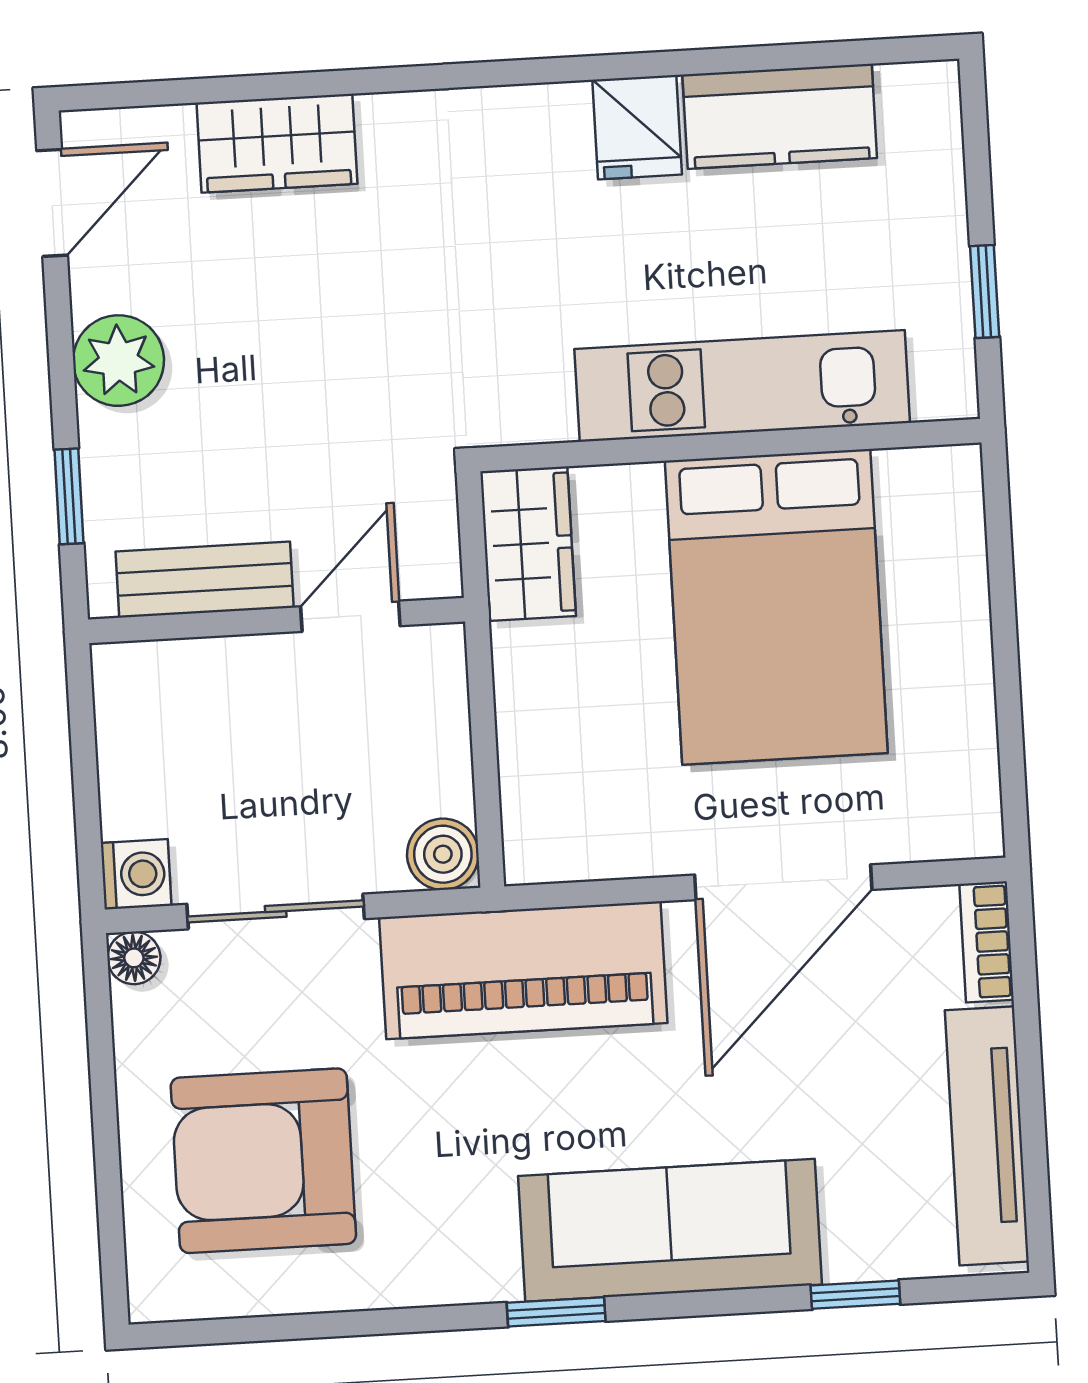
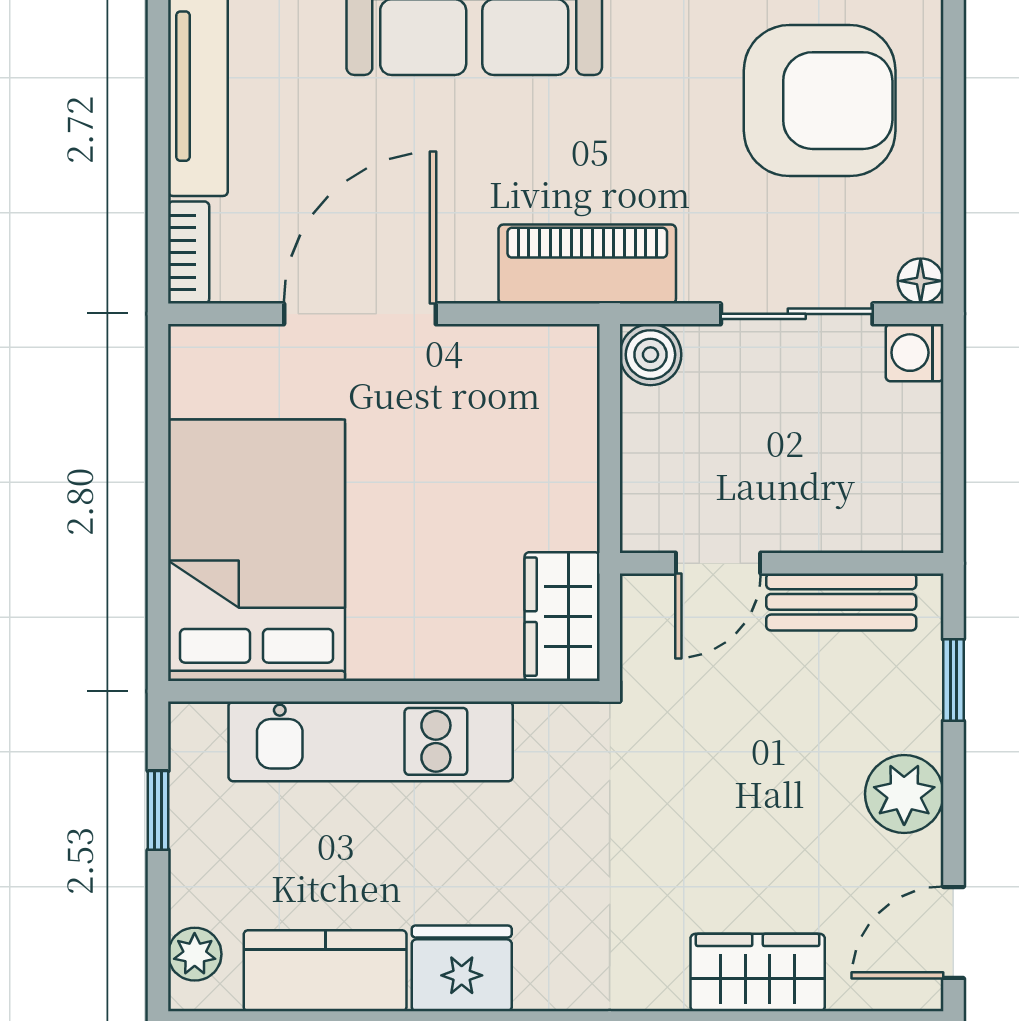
fridge: (637, 127) -> (462, 968), width x1.38
plant: (932, 127) -> (195, 954), added
bed: (776, 607) -> (257, 550), moved
piano: (523, 970) -> (587, 264), width x0.73, depth x0.75

